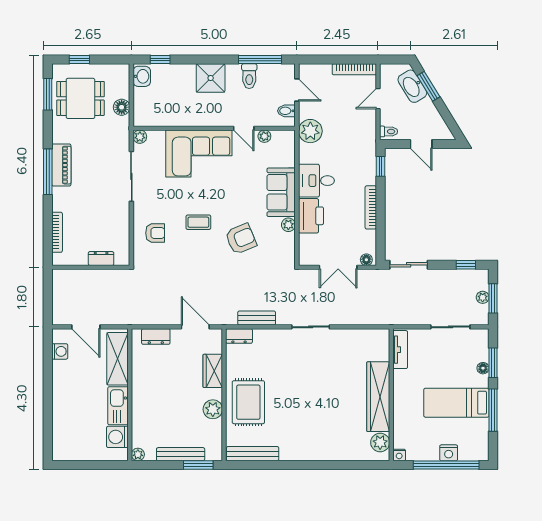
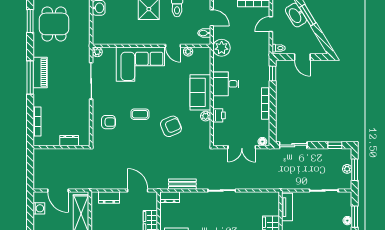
dining table: (80, 98) -> (54, 24), turned 90
floor lamp: (122, 107) -> (84, 30), removed
printer: (311, 216) -> (219, 115), width x0.53, depth x0.68

